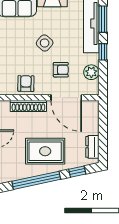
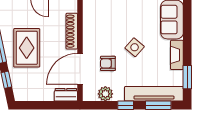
armchair: (61, 70) -> (108, 63), turned 90
armchair: (26, 84) -> (94, 29), removed
dresser: (92, 147) -> (66, 95), moved

